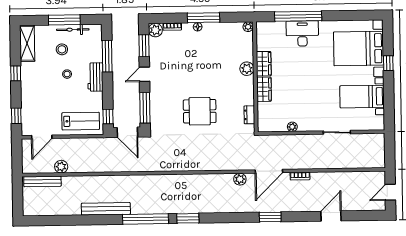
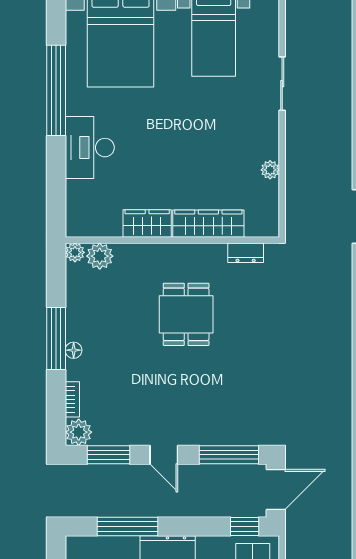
window: (298, 16) -> (56, 90), moved
plant: (247, 69) -> (100, 256), moved
wardrobe: (264, 89) -> (208, 224), width x1.50
dining table: (200, 111) -> (186, 314), moved

